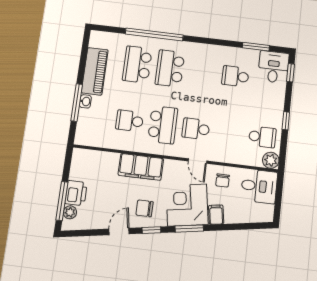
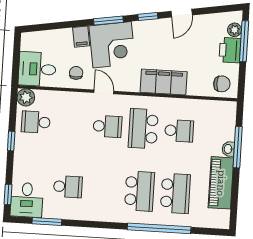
chair: (145, 208) -> (222, 84), moved

